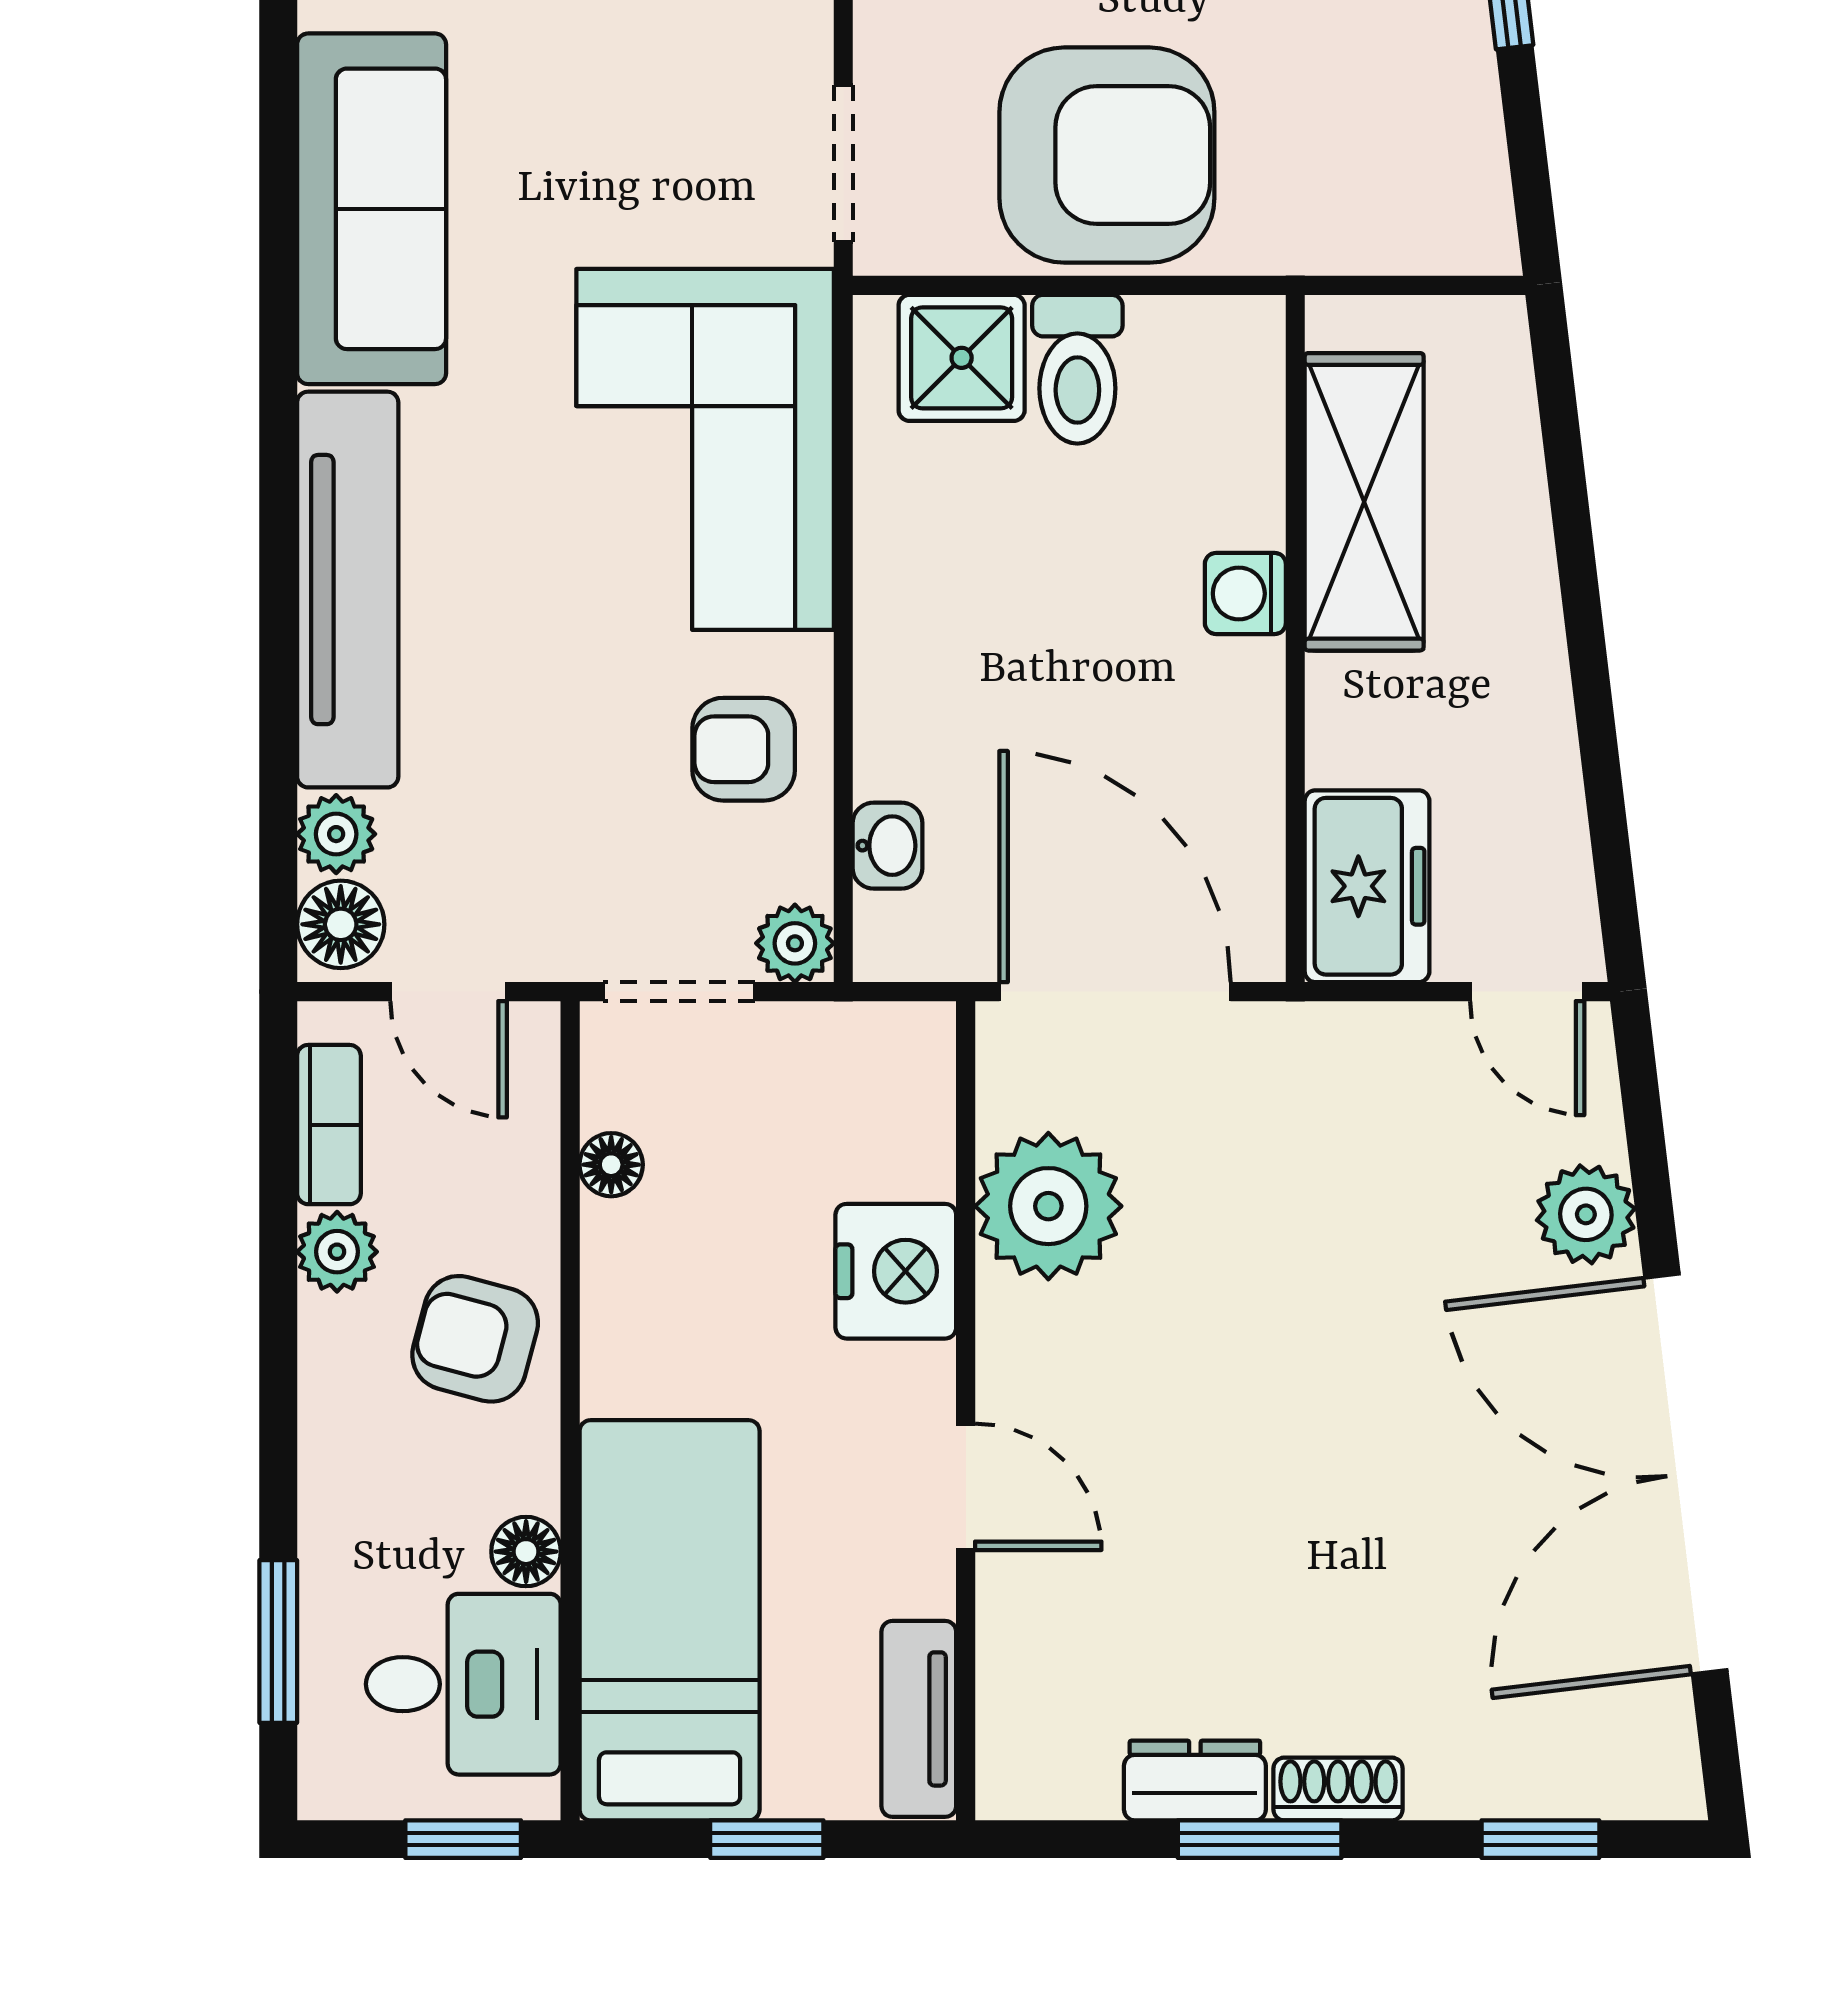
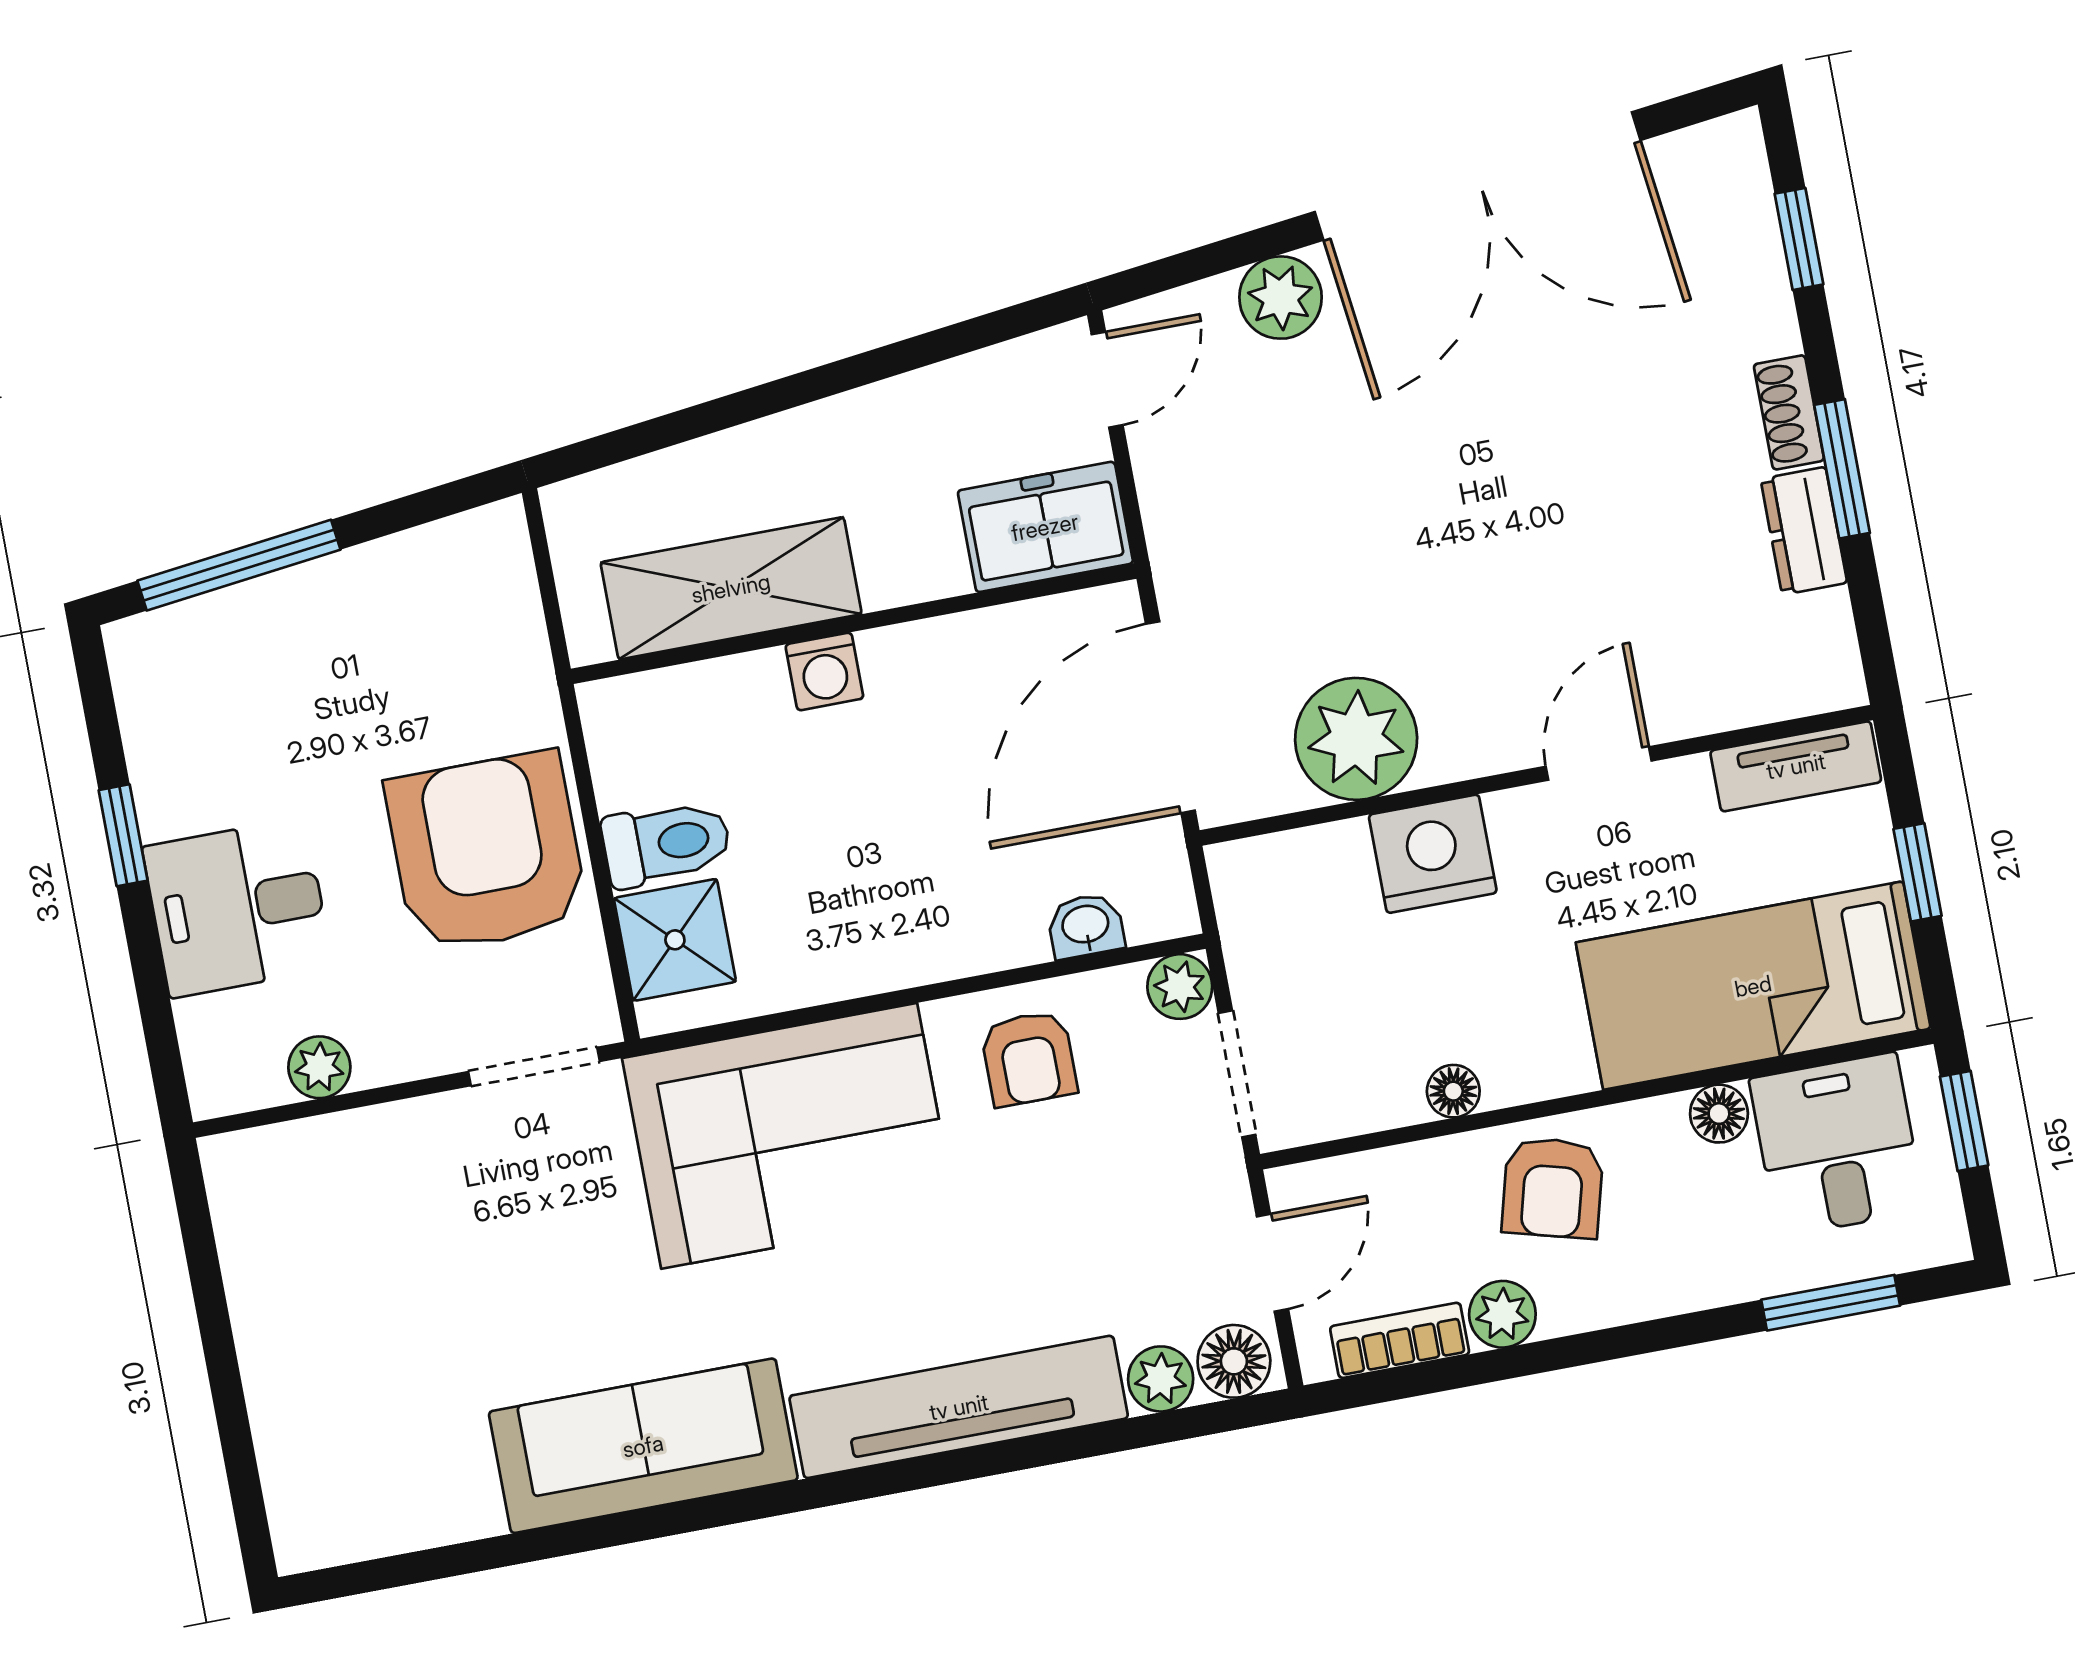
floor lamp: (611, 1165) -> (1453, 1091), moved

